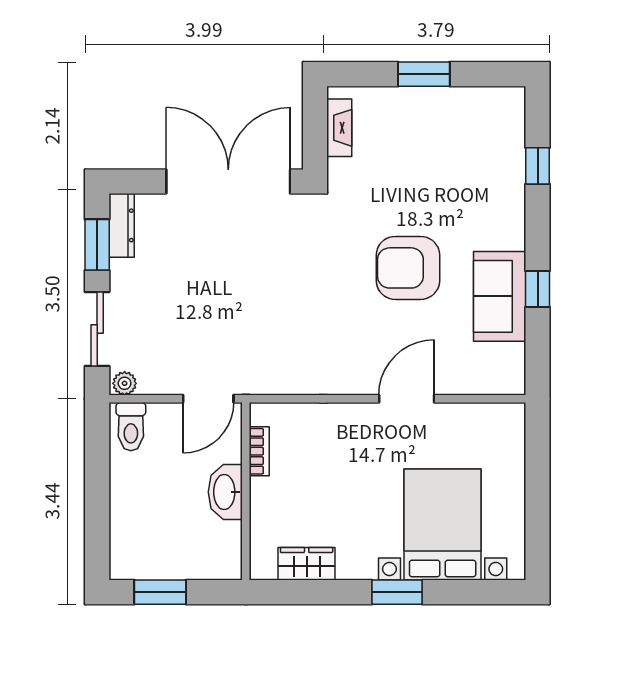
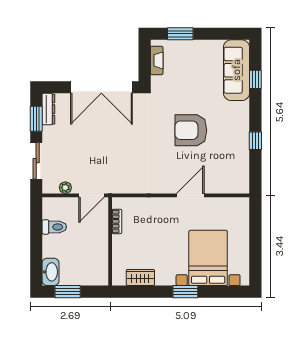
window: (424, 74) -> (180, 34), moved
double door: (228, 182) -> (101, 87), swing flipped
sofa: (500, 296) -> (236, 70), moved, width x1.36
plant: (125, 383) -> (65, 188), moved
toilet: (131, 427) -> (54, 227), moved, turned -90
washbasin: (225, 492) -> (51, 272), moved, turned 180

